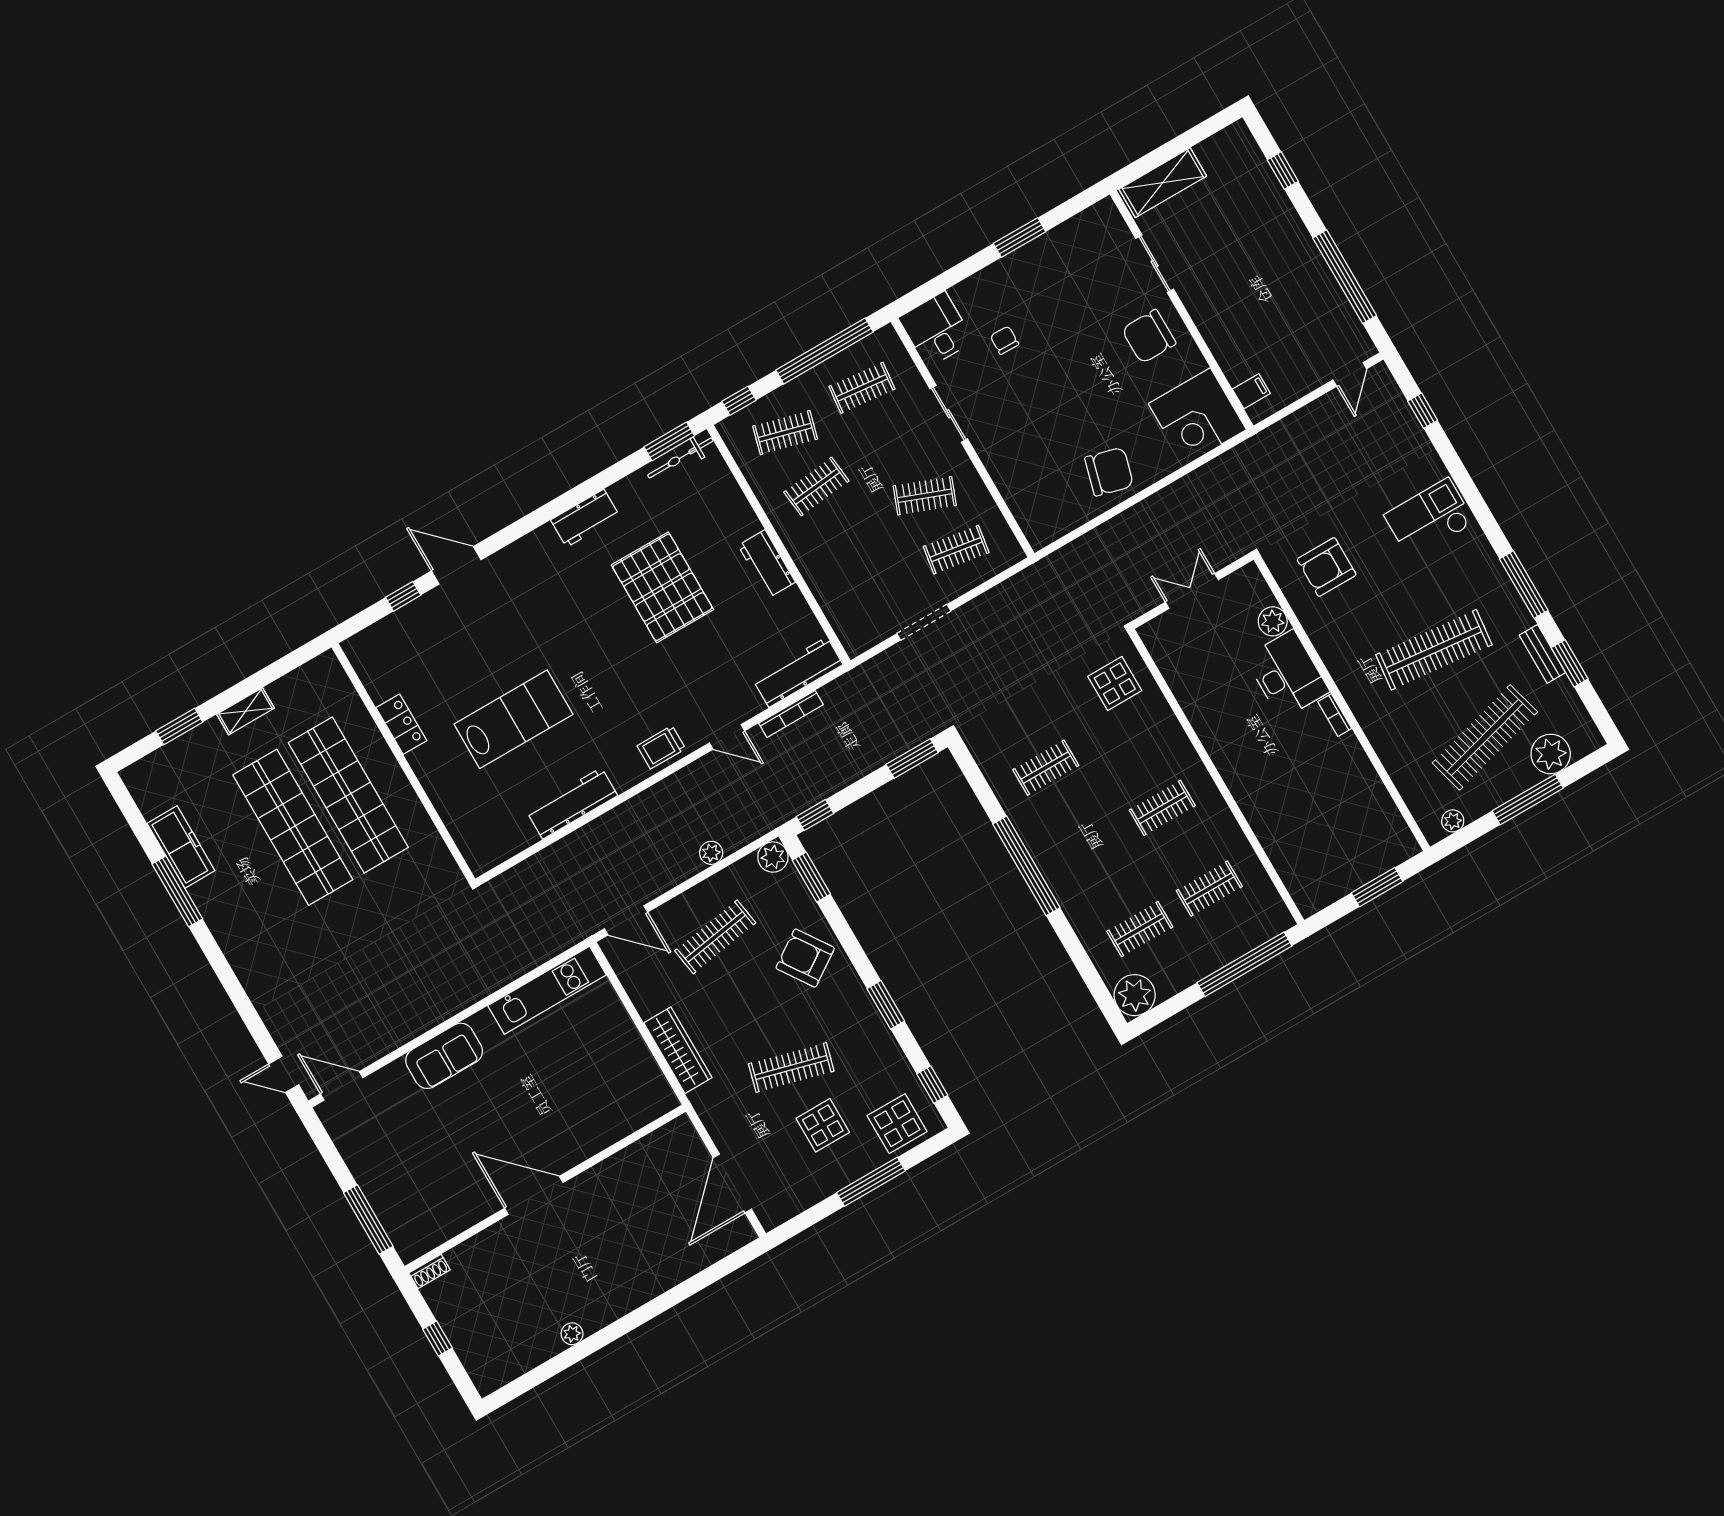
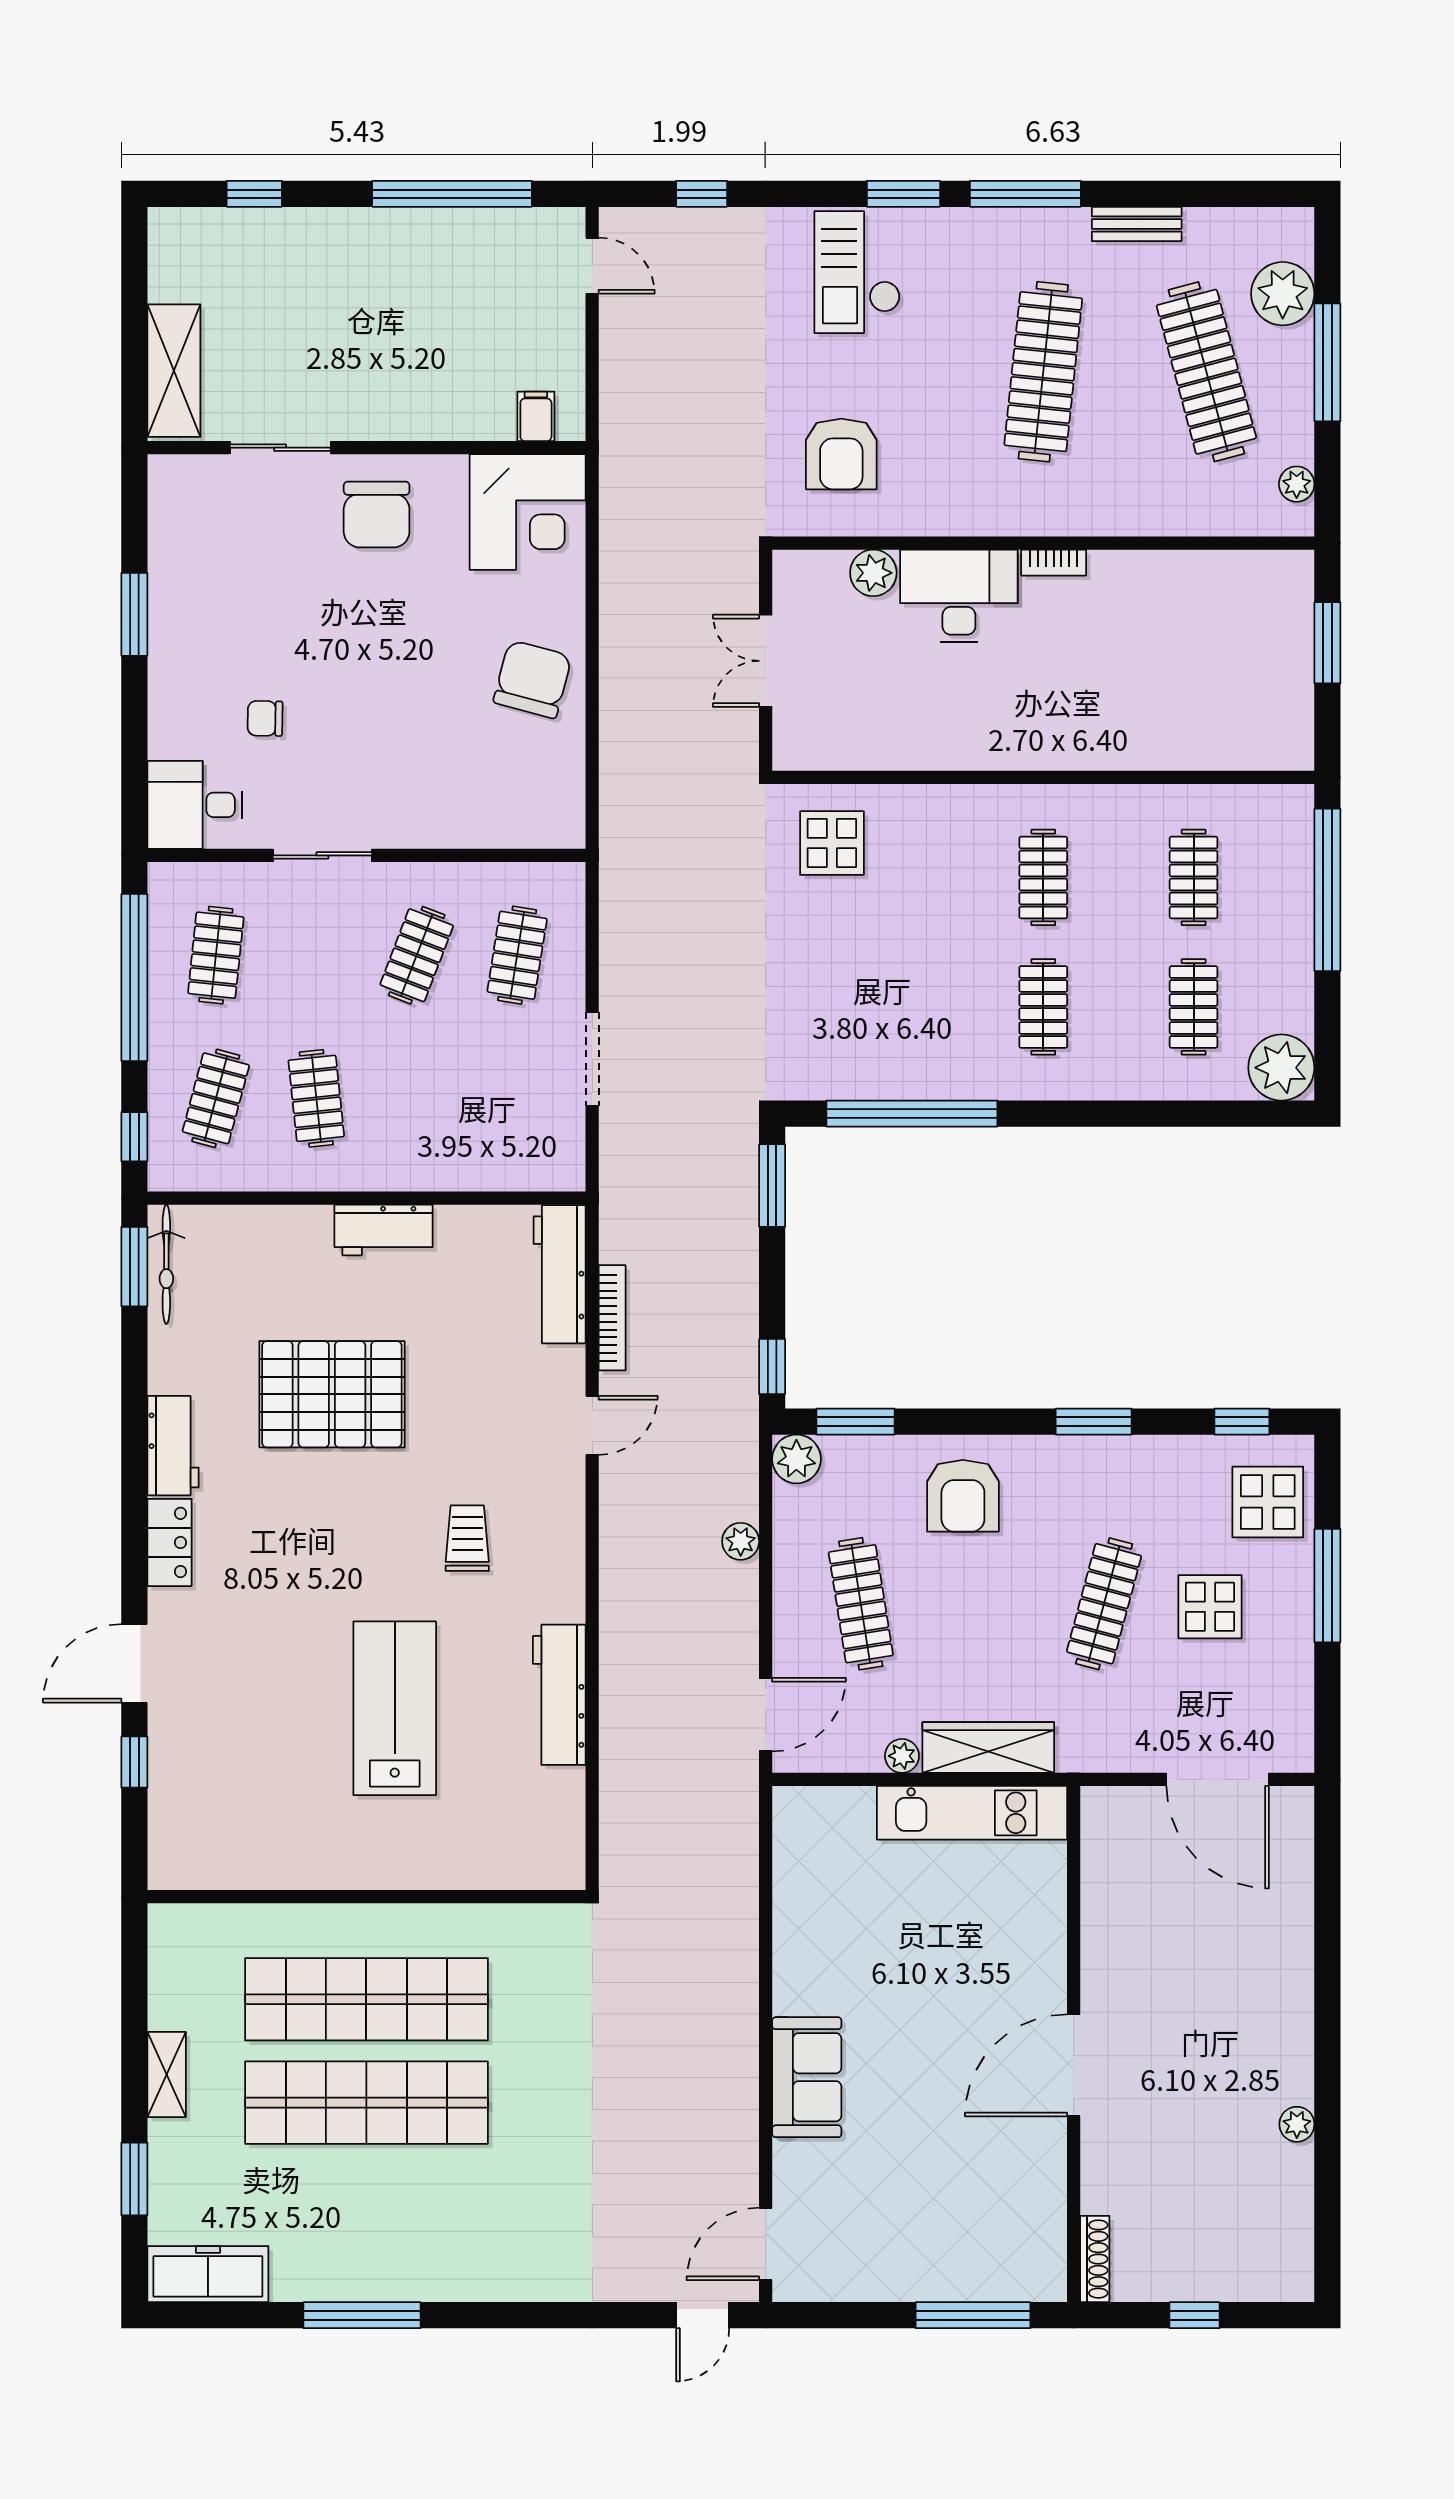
window: (1570, 663) -> (903, 194), moved
locker: (401, 724) -> (169, 1542), moved, turned 90
trolley: (661, 747) -> (467, 1538), moved, turned 180
clothes rail: (1046, 768) -> (1043, 1007), moved
freezer: (181, 847) -> (208, 2274), moved
window: (1026, 866) -> (912, 1114), moved
armchair: (805, 958) -> (963, 1496), turned -56
kitchen unit: (547, 990) -> (972, 1813), moved, turned 90
plant: (646, 1007) -> (902, 1756), added
shoe rack: (430, 1271) -> (1095, 2259), width x1.43

